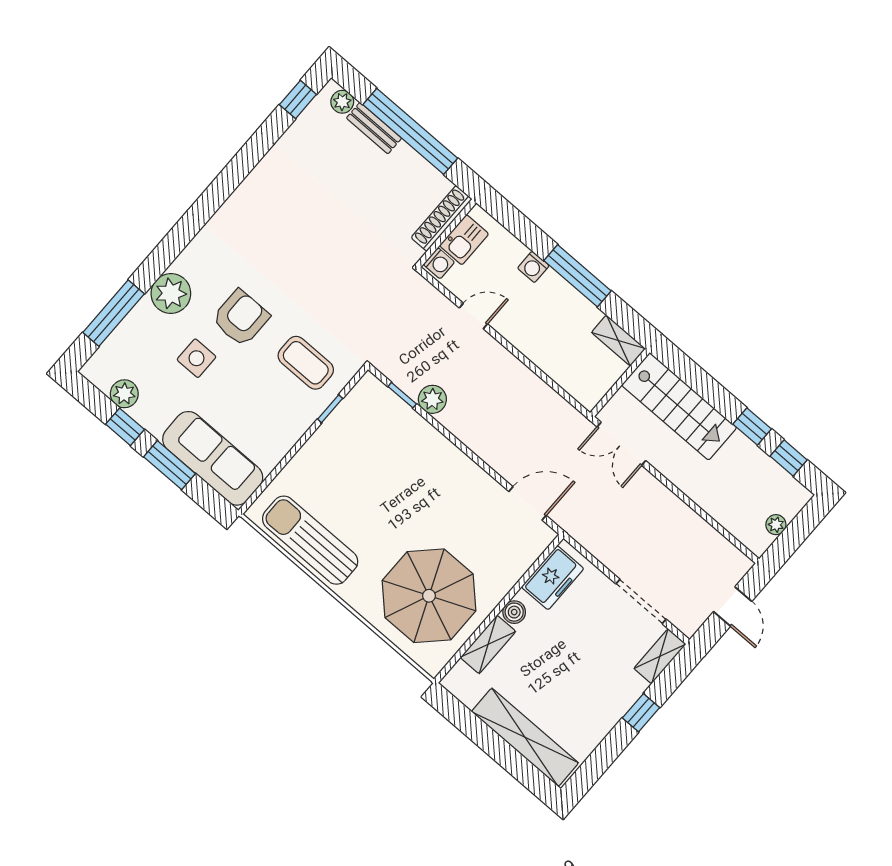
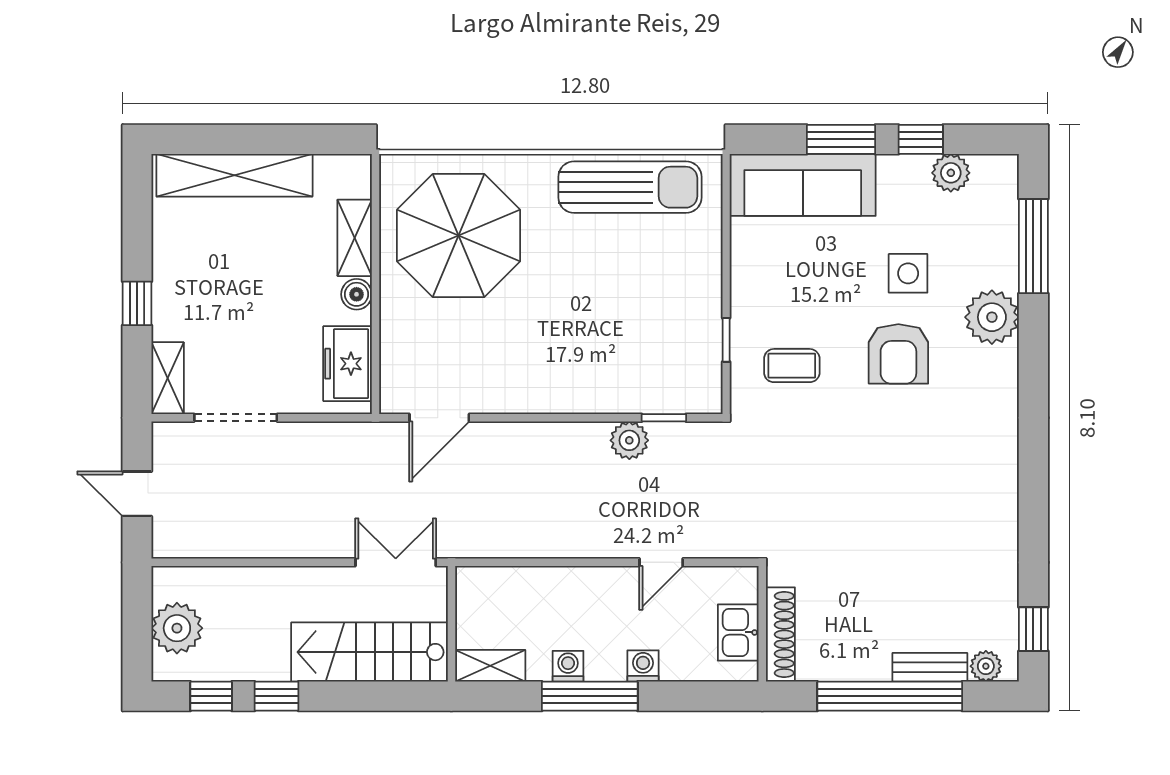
washing machine: (439, 263) -> (568, 666), moved, turned 90
coffee table: (306, 363) -> (792, 366), width x0.73, depth x0.77
plant: (776, 525) -> (177, 628), width x1.87, depth x1.87

